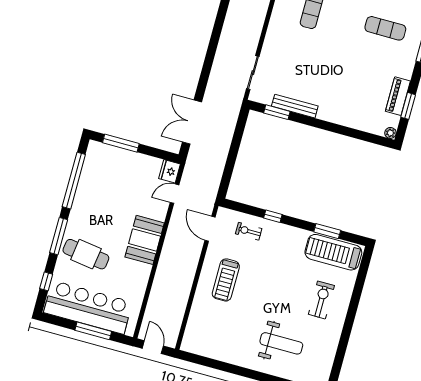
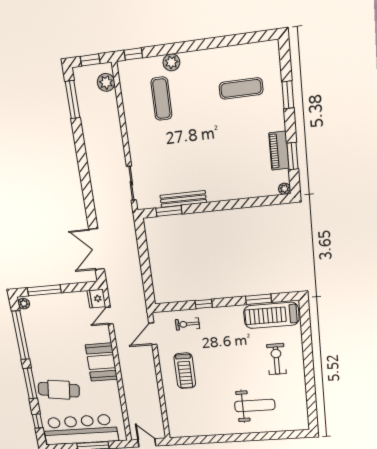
plant: (93, 149) -> (24, 304), added
door: (210, 229) -> (153, 334), hinge flipped

